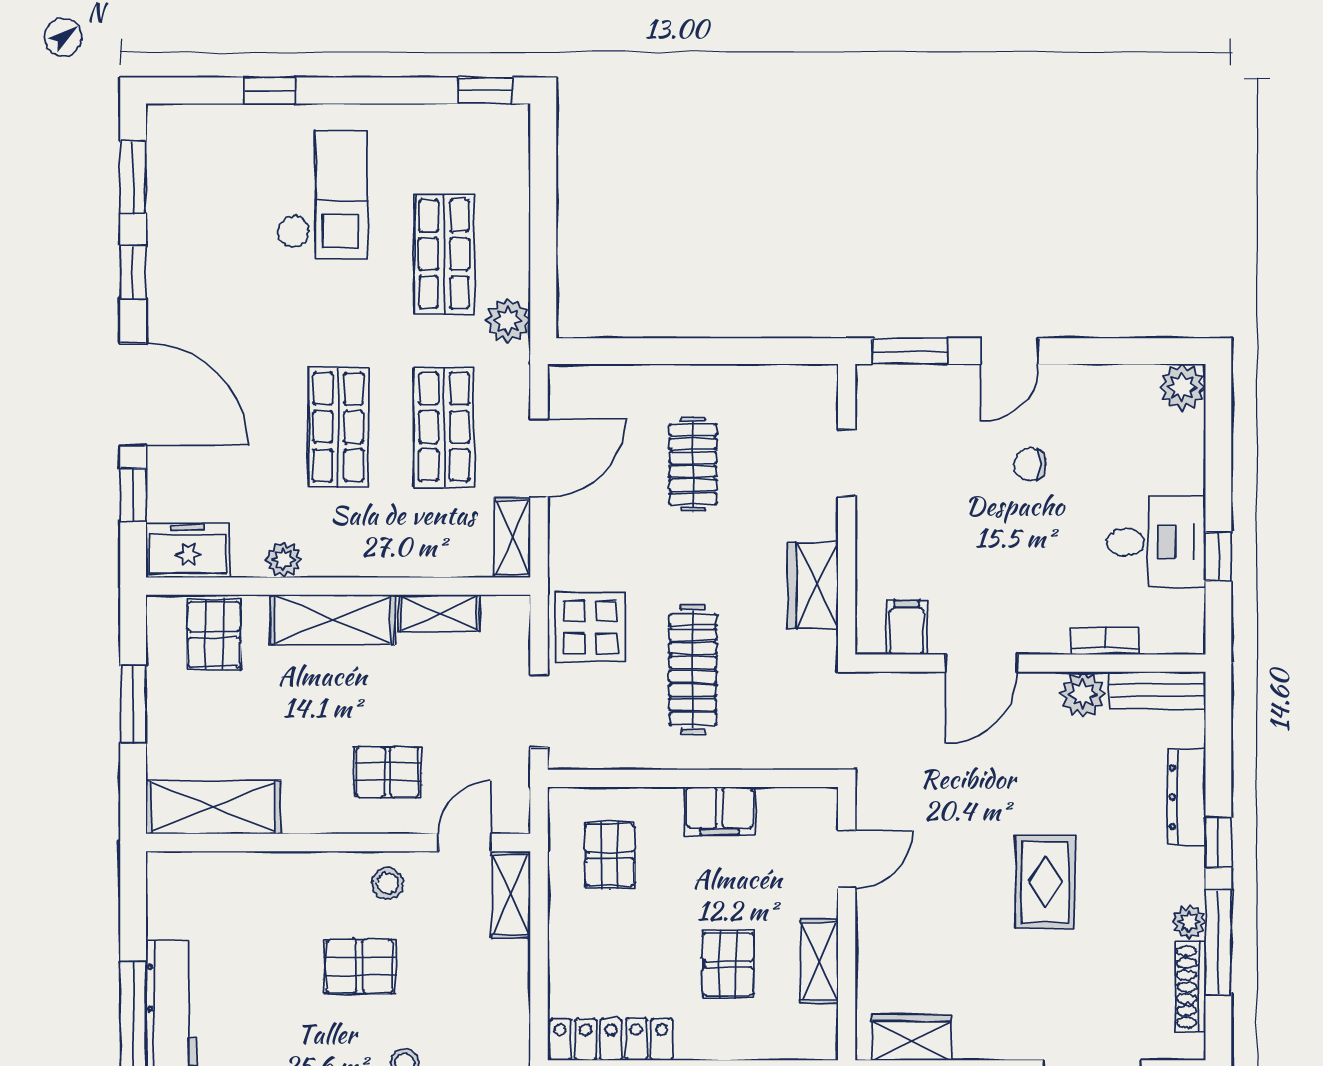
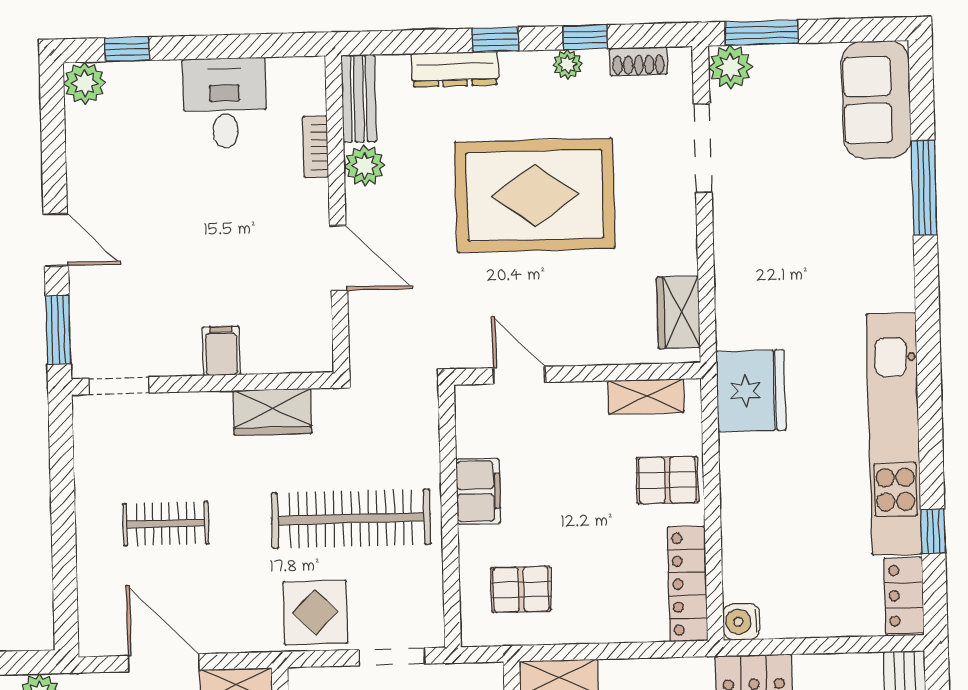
doorway: (847, 463) -> (119, 386), moved
chair: (1030, 464) -> (158, 219), removed
window: (1218, 557) -> (127, 49), moved
filing cabinet: (907, 627) -> (221, 351), moved, turned 90
clothes rail: (693, 669) -> (351, 519), width x1.37, depth x1.31
rug: (1045, 882) -> (535, 195), width x1.86, depth x2.06
window: (1218, 942) -> (585, 37), width x0.46
shelving: (819, 962) -> (646, 397), moved
pallet: (728, 964) -> (667, 480), moved
shoe rack: (1190, 987) -> (639, 61), width x0.70

